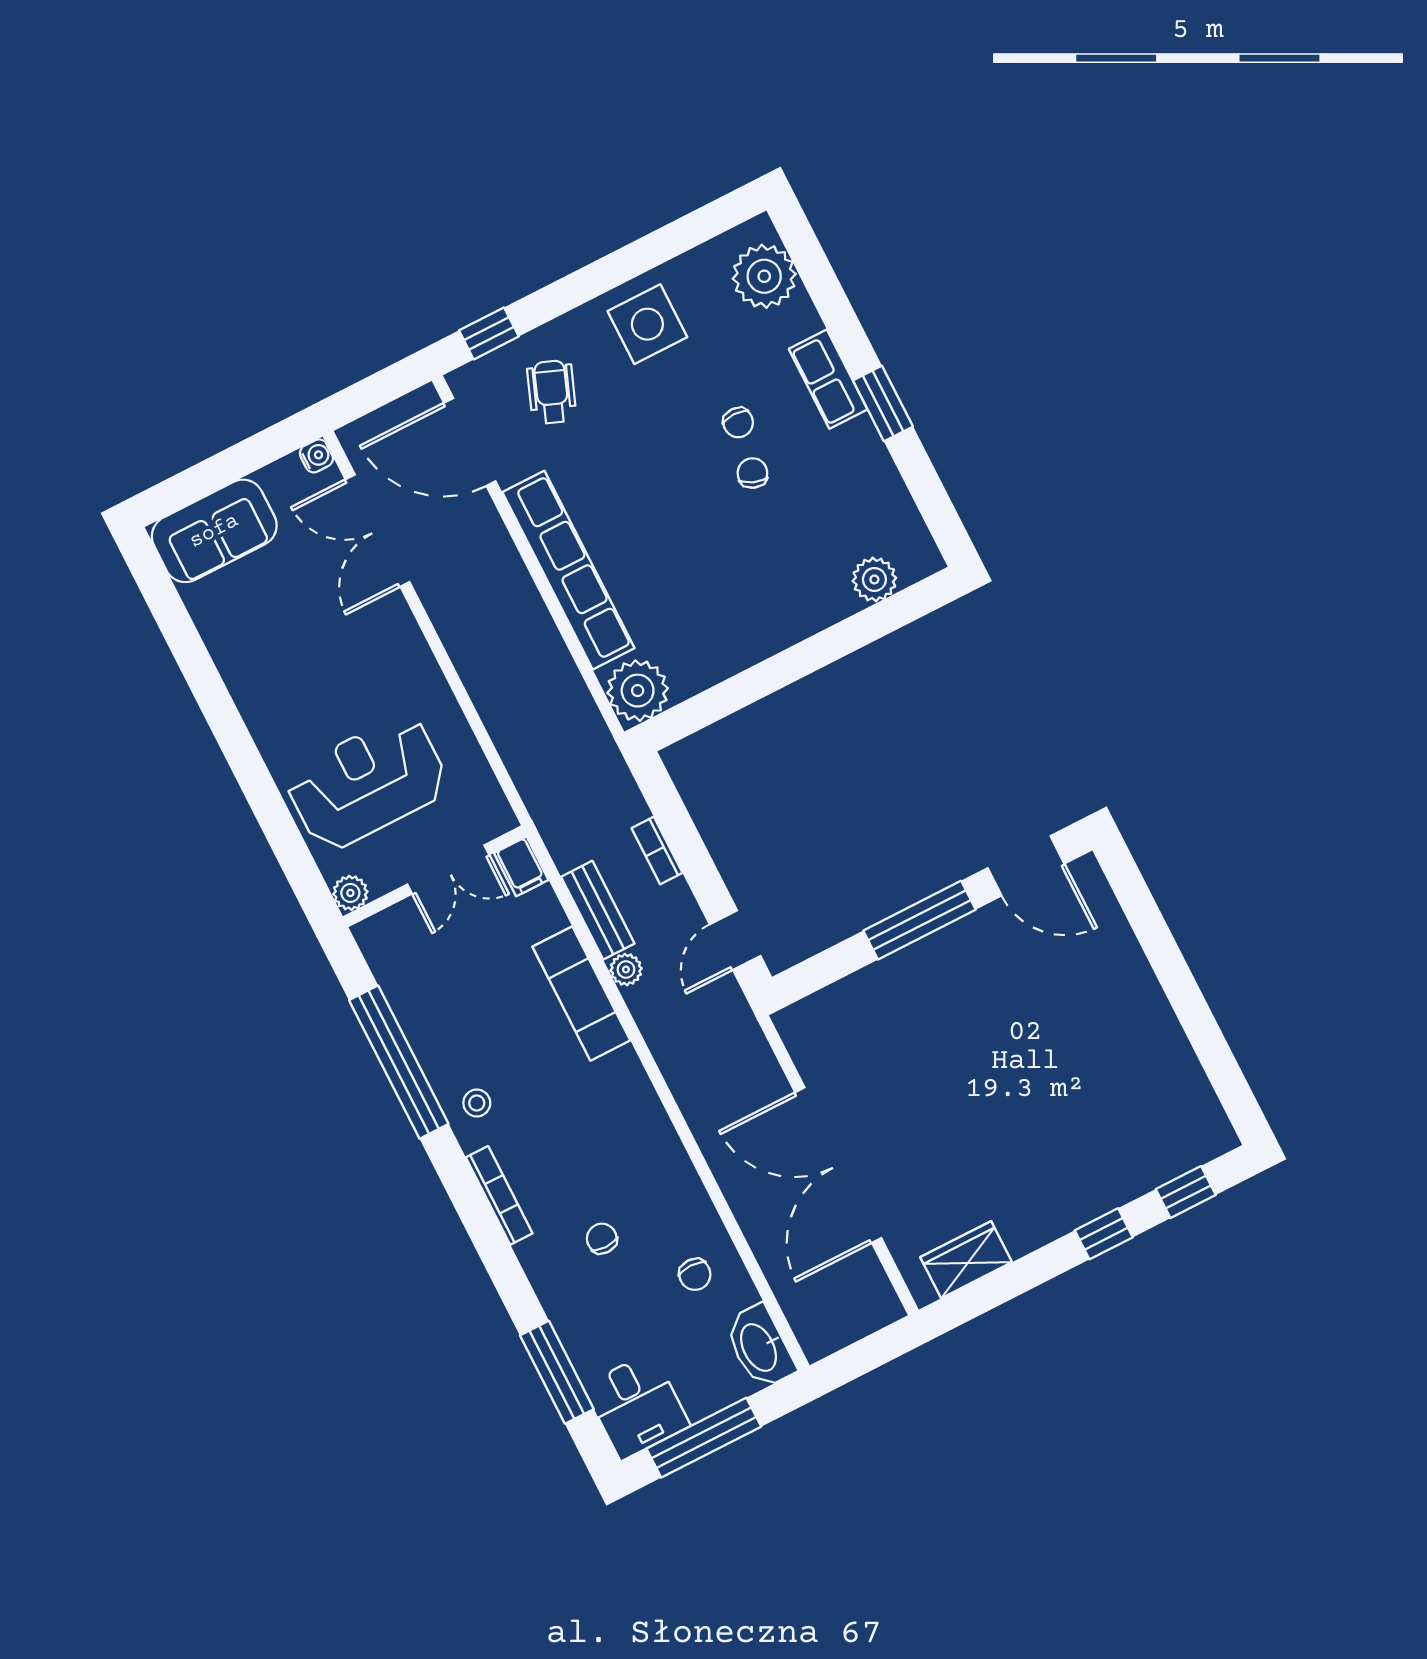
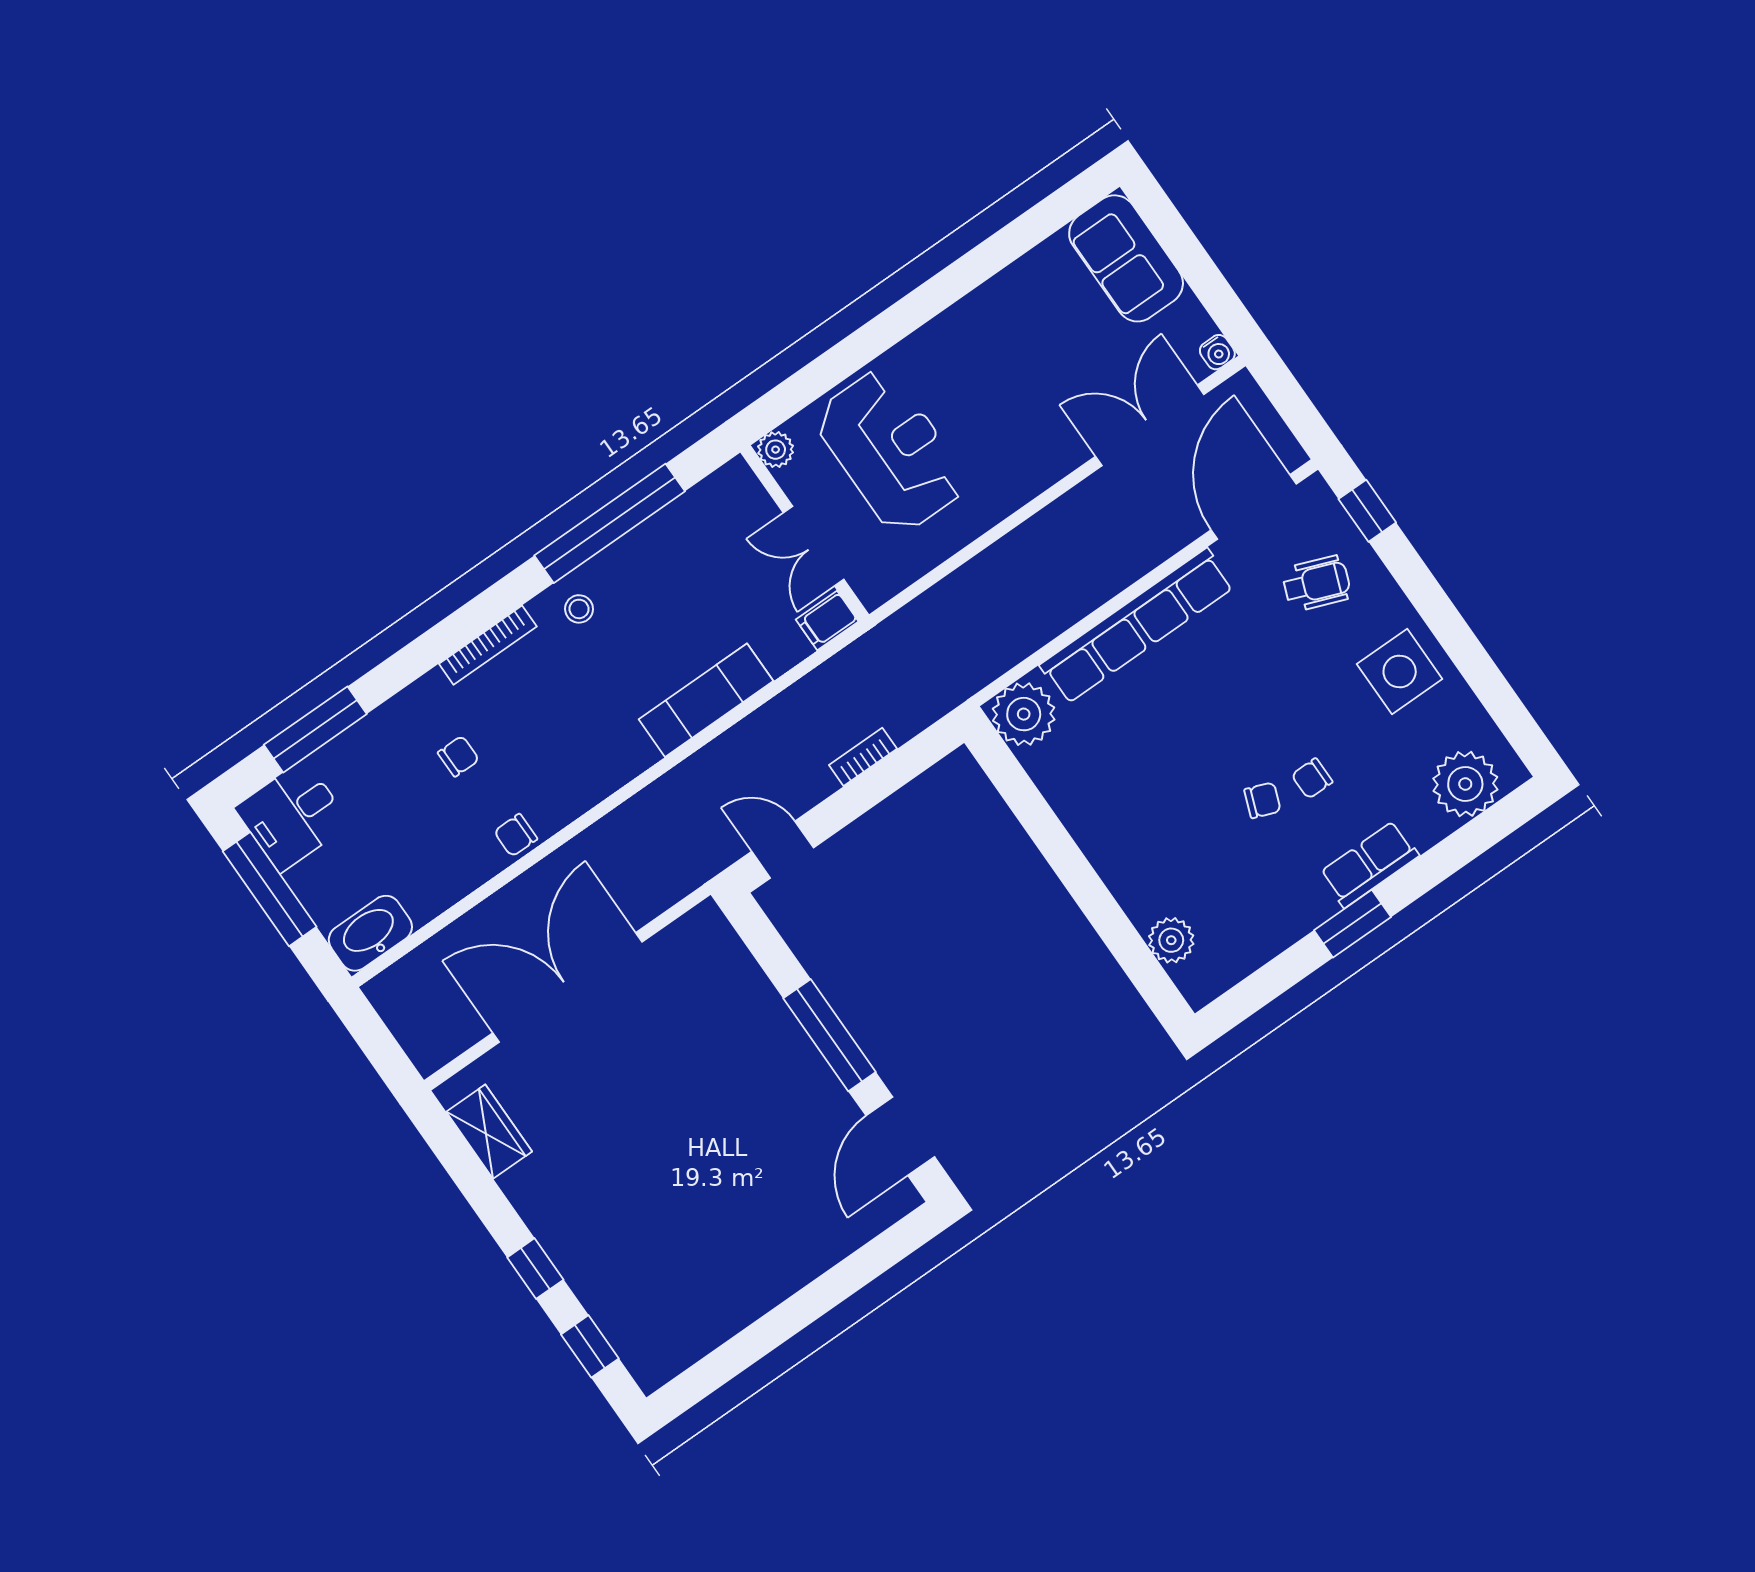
bench: (598, 910) -> (794, 705), removed
plant: (626, 970) -> (737, 742), removed
chair: (695, 1274) -> (516, 835), moved

